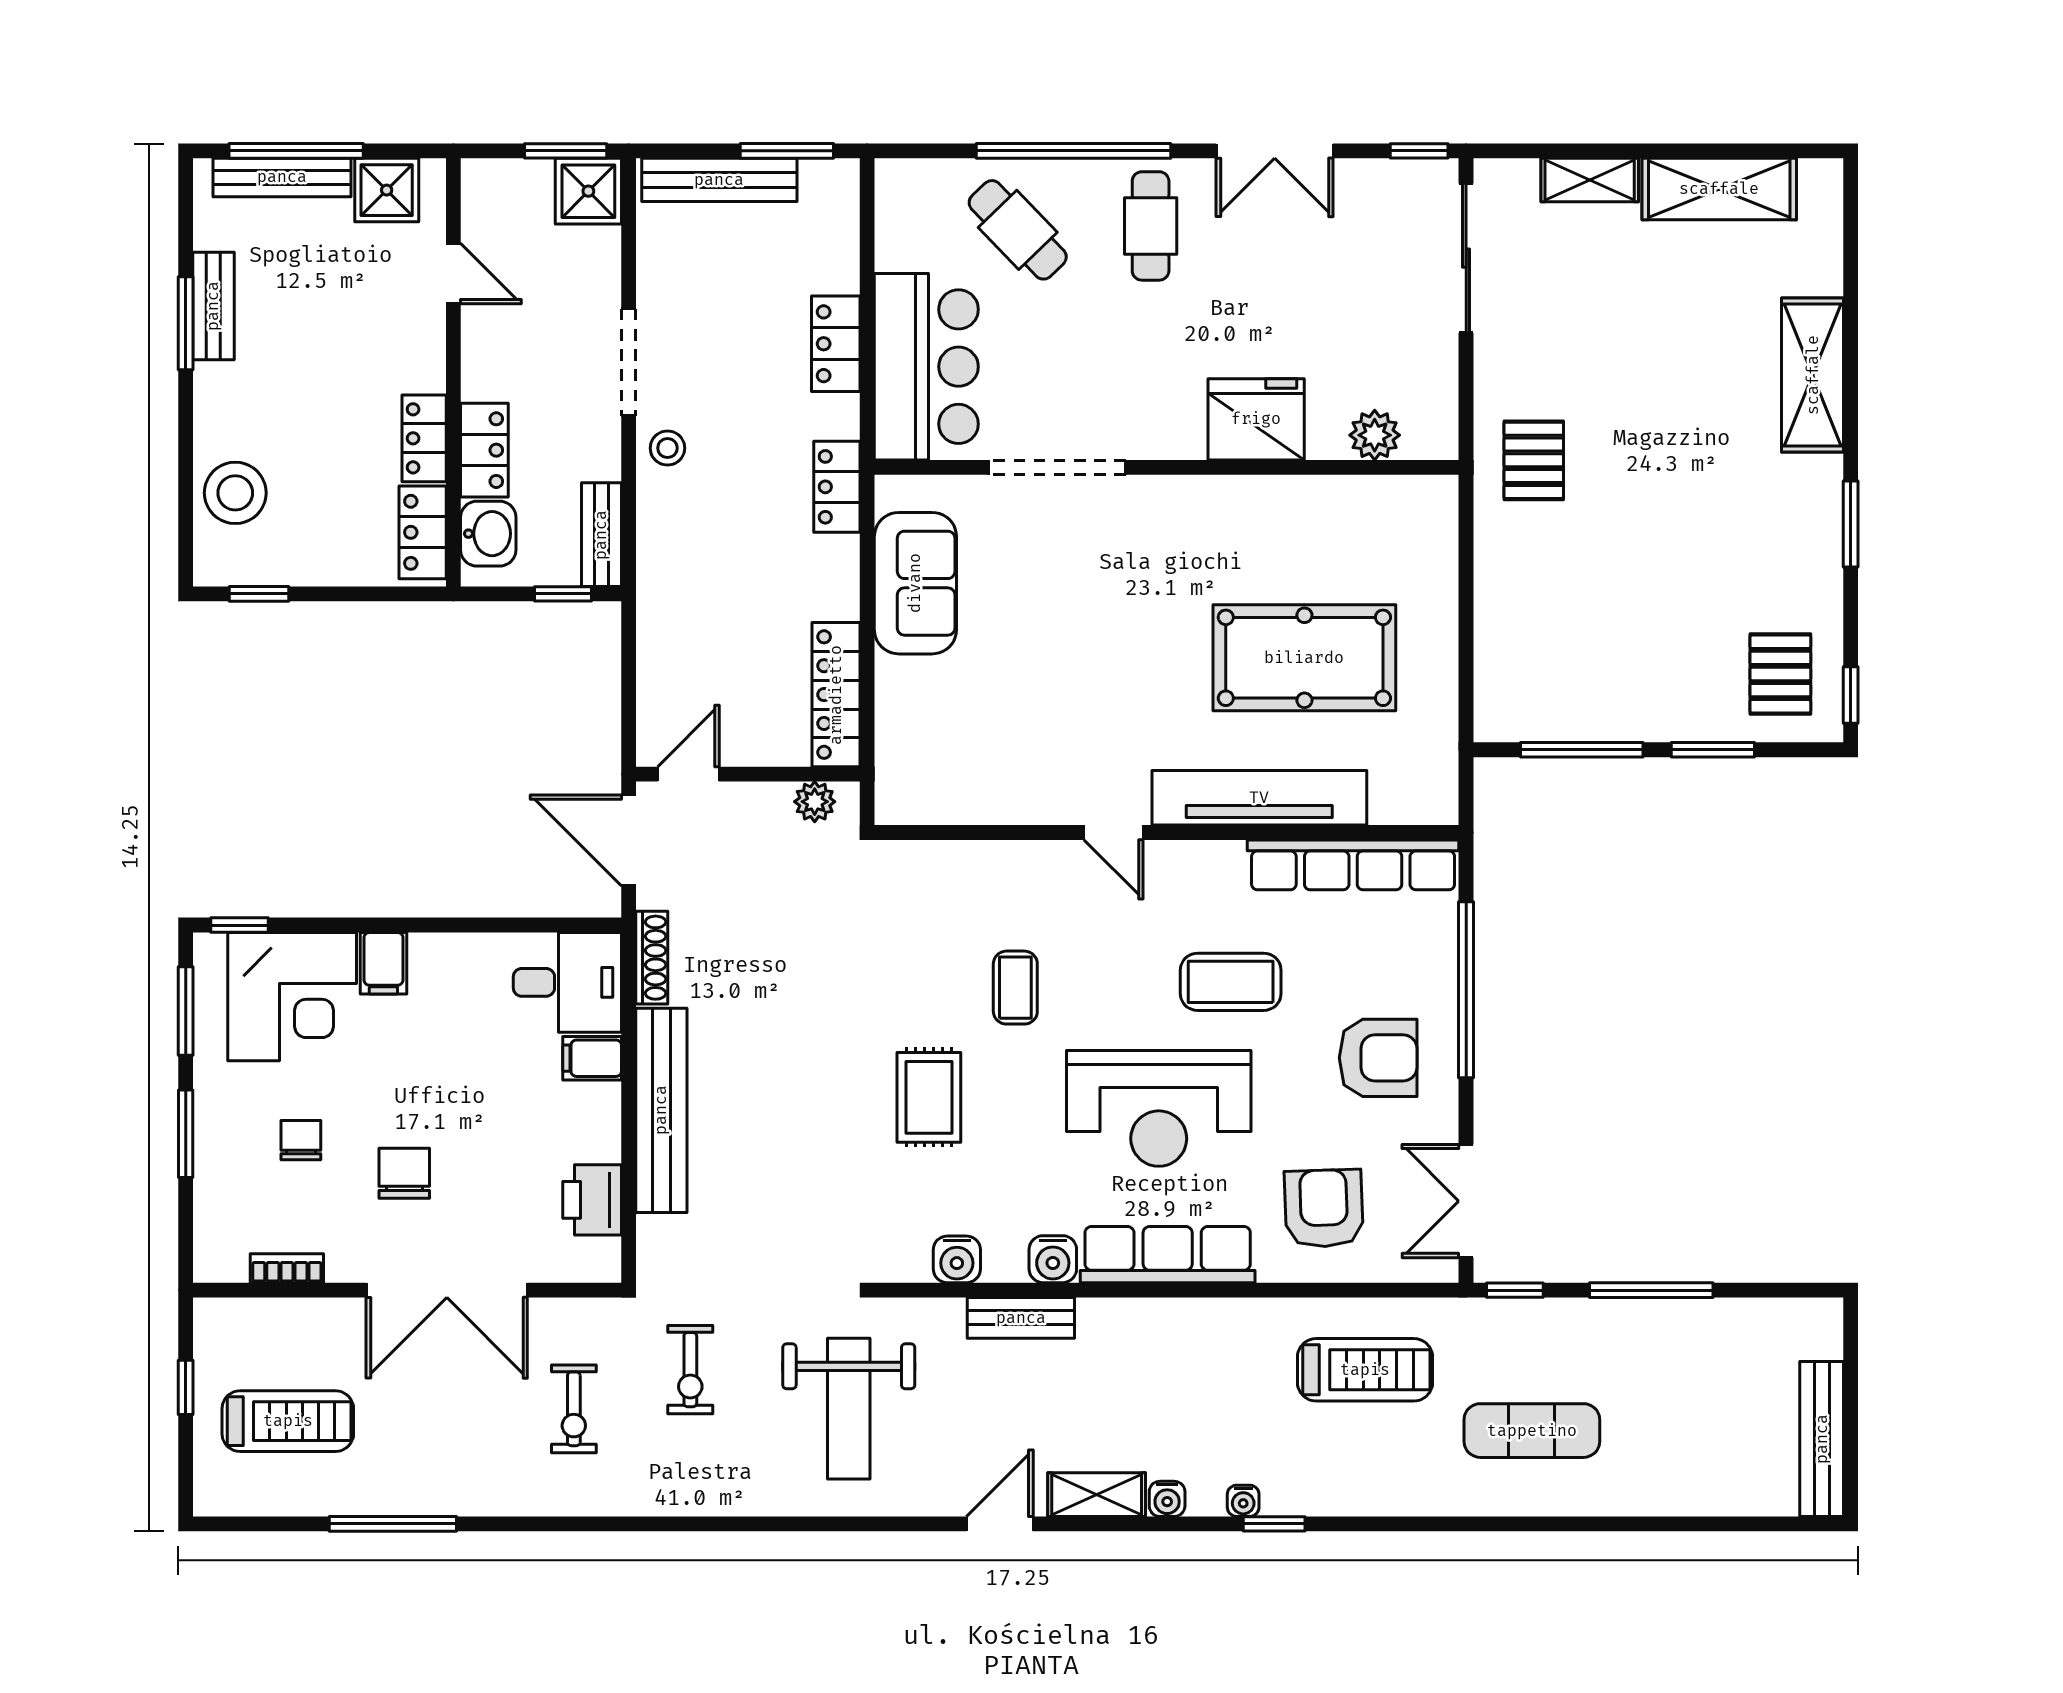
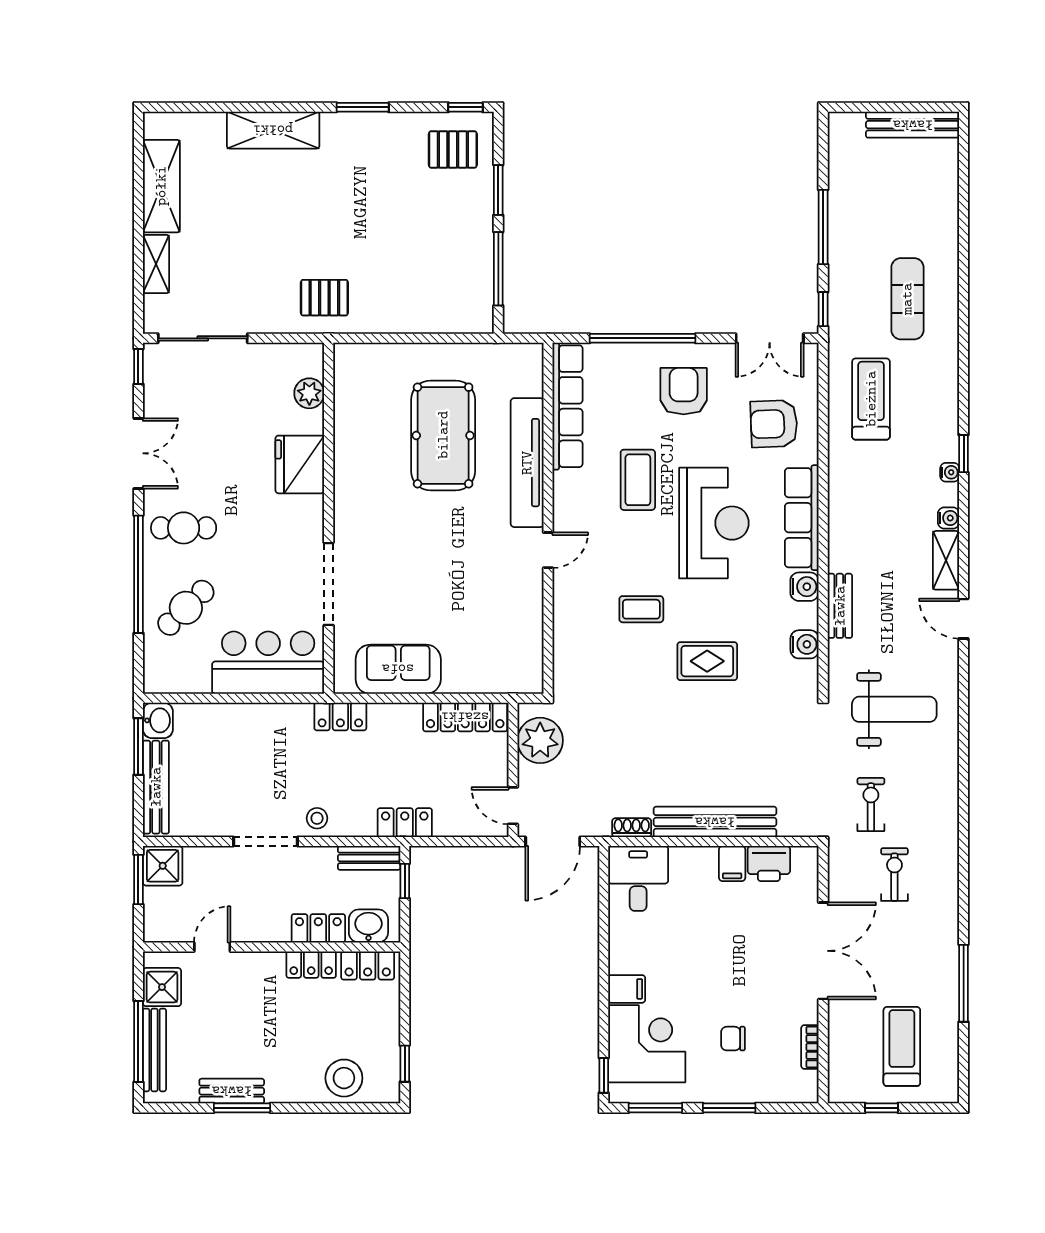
washbasin: (830, 183) -> (158, 720), added
locker: (836, 344) -> (405, 823), moved, turned 180
plant: (815, 802) -> (540, 740), width x1.88, depth x1.88
shoe rack: (652, 958) -> (632, 828), width x0.70
filing cabinet: (592, 1058) -> (732, 864), moved
chair: (404, 1173) -> (753, 976), removed
exercise bike: (690, 1370) -> (871, 805), turned -90
exercise bike: (574, 1409) -> (894, 875), turned -90

